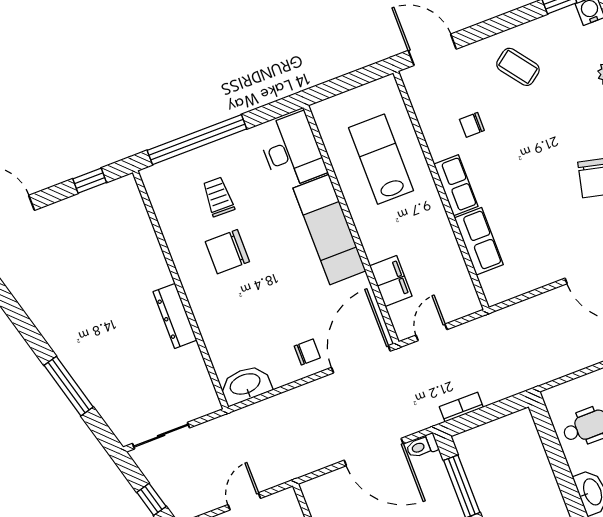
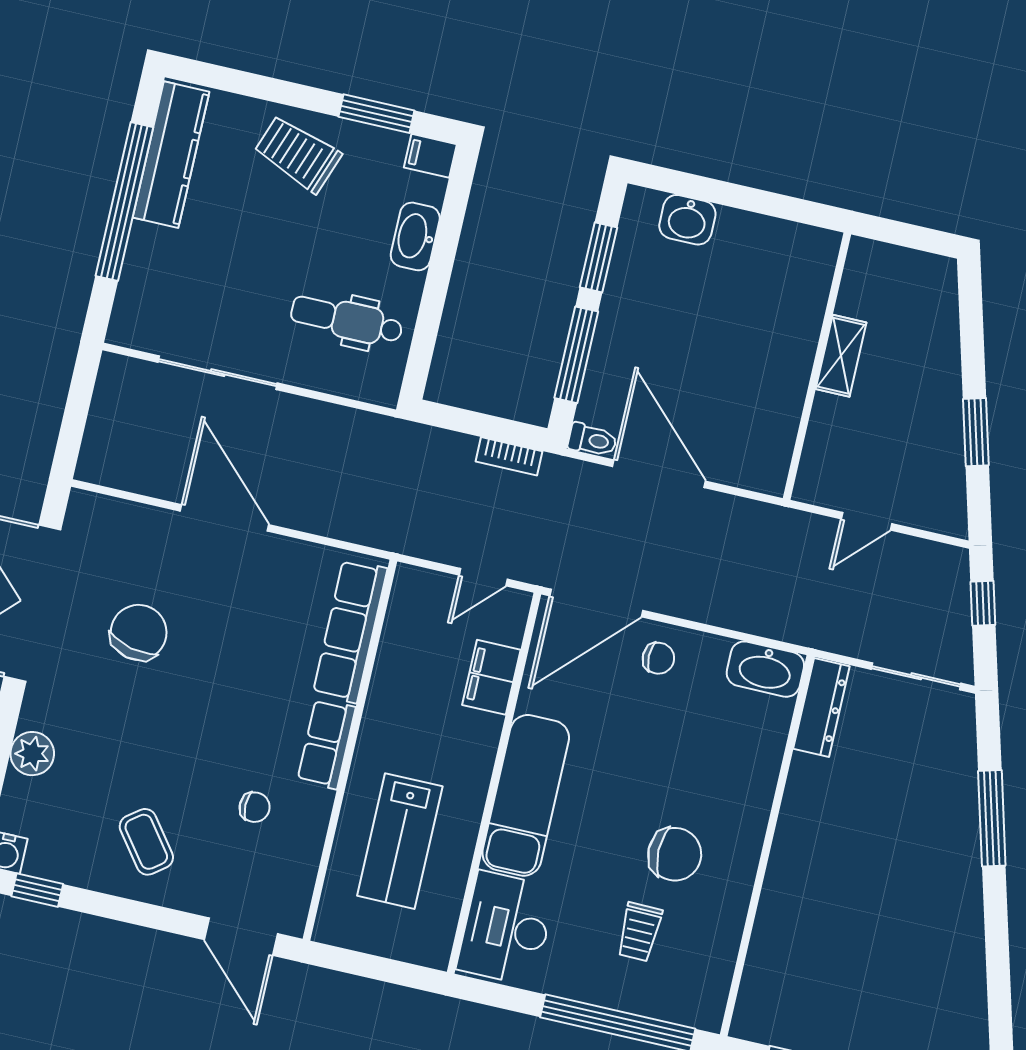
row of seats: (479, 241) -> (350, 631), width x1.48
dresser: (175, 316) -> (821, 708), moved
chair: (307, 352) -> (658, 658), turned 180

